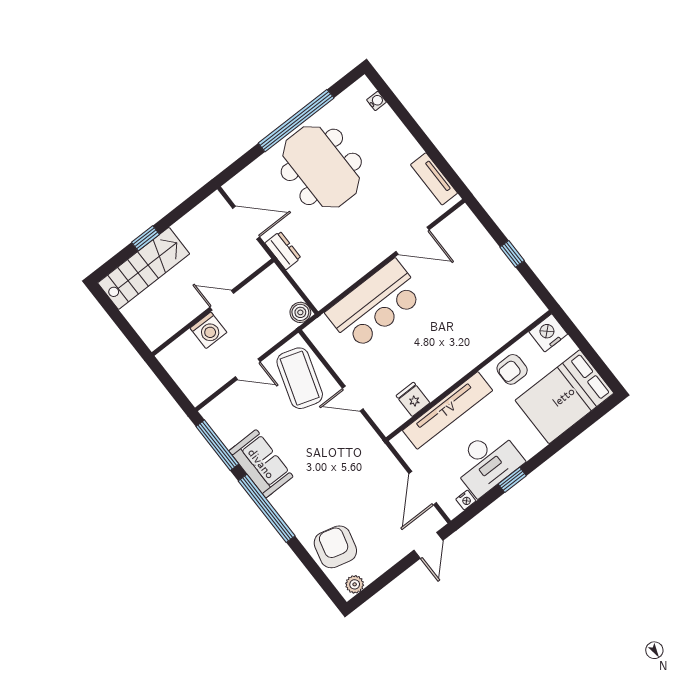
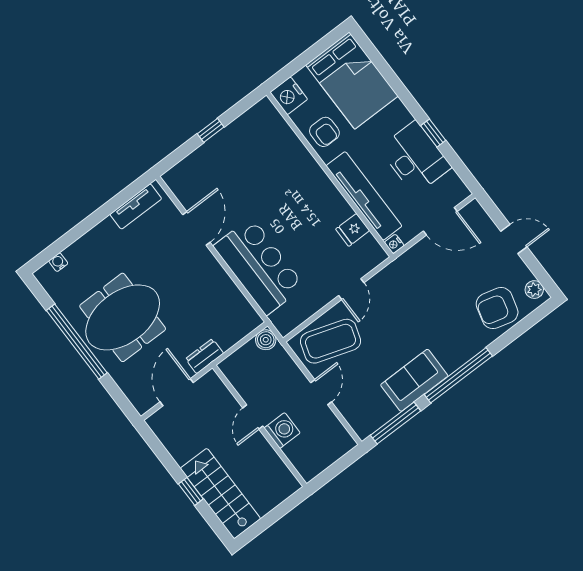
nightstand: (466, 500) -> (394, 244), moved, turned 180
door: (428, 545) -> (514, 239), moved

